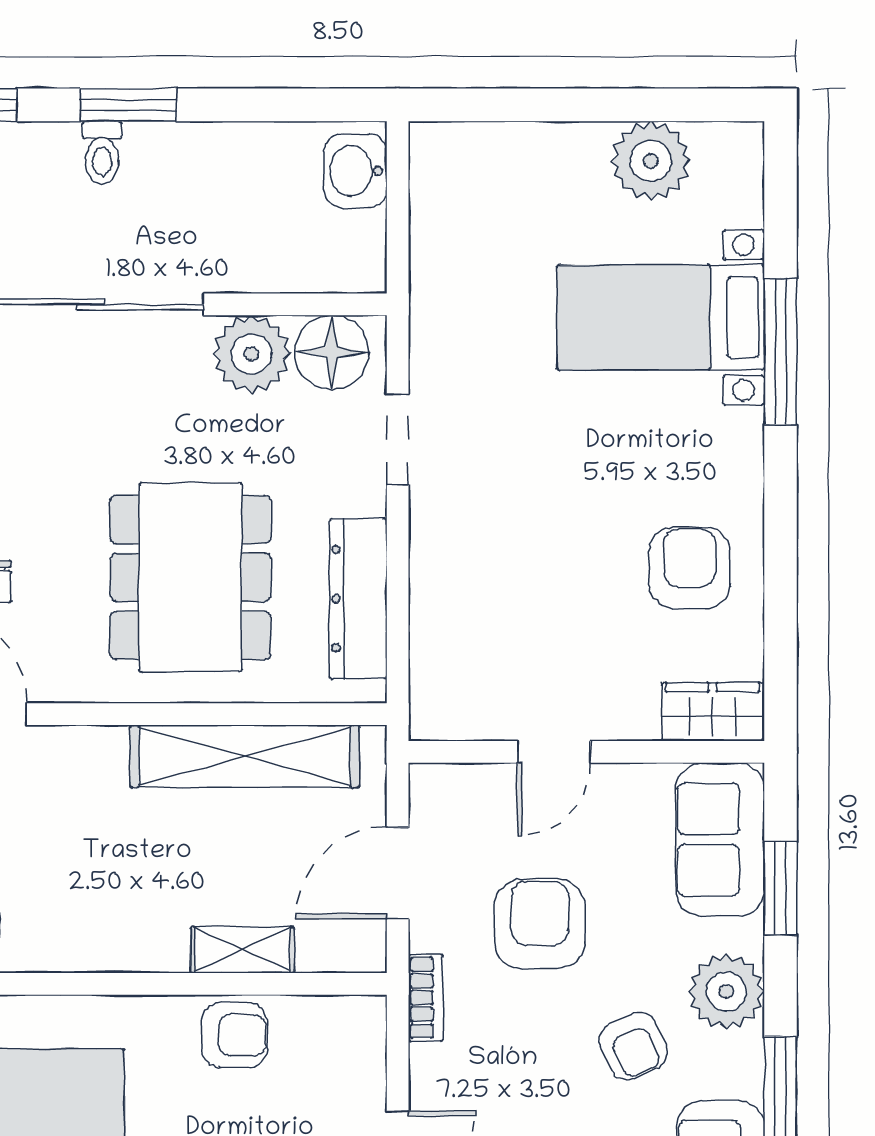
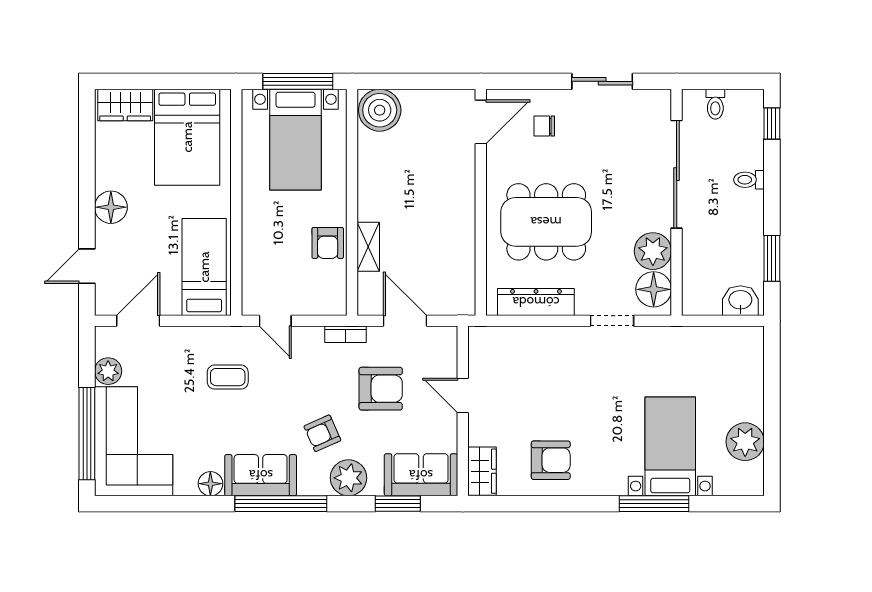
window: (128, 105) -> (772, 258), moved
shelving: (245, 756) -> (461, 248), removed

